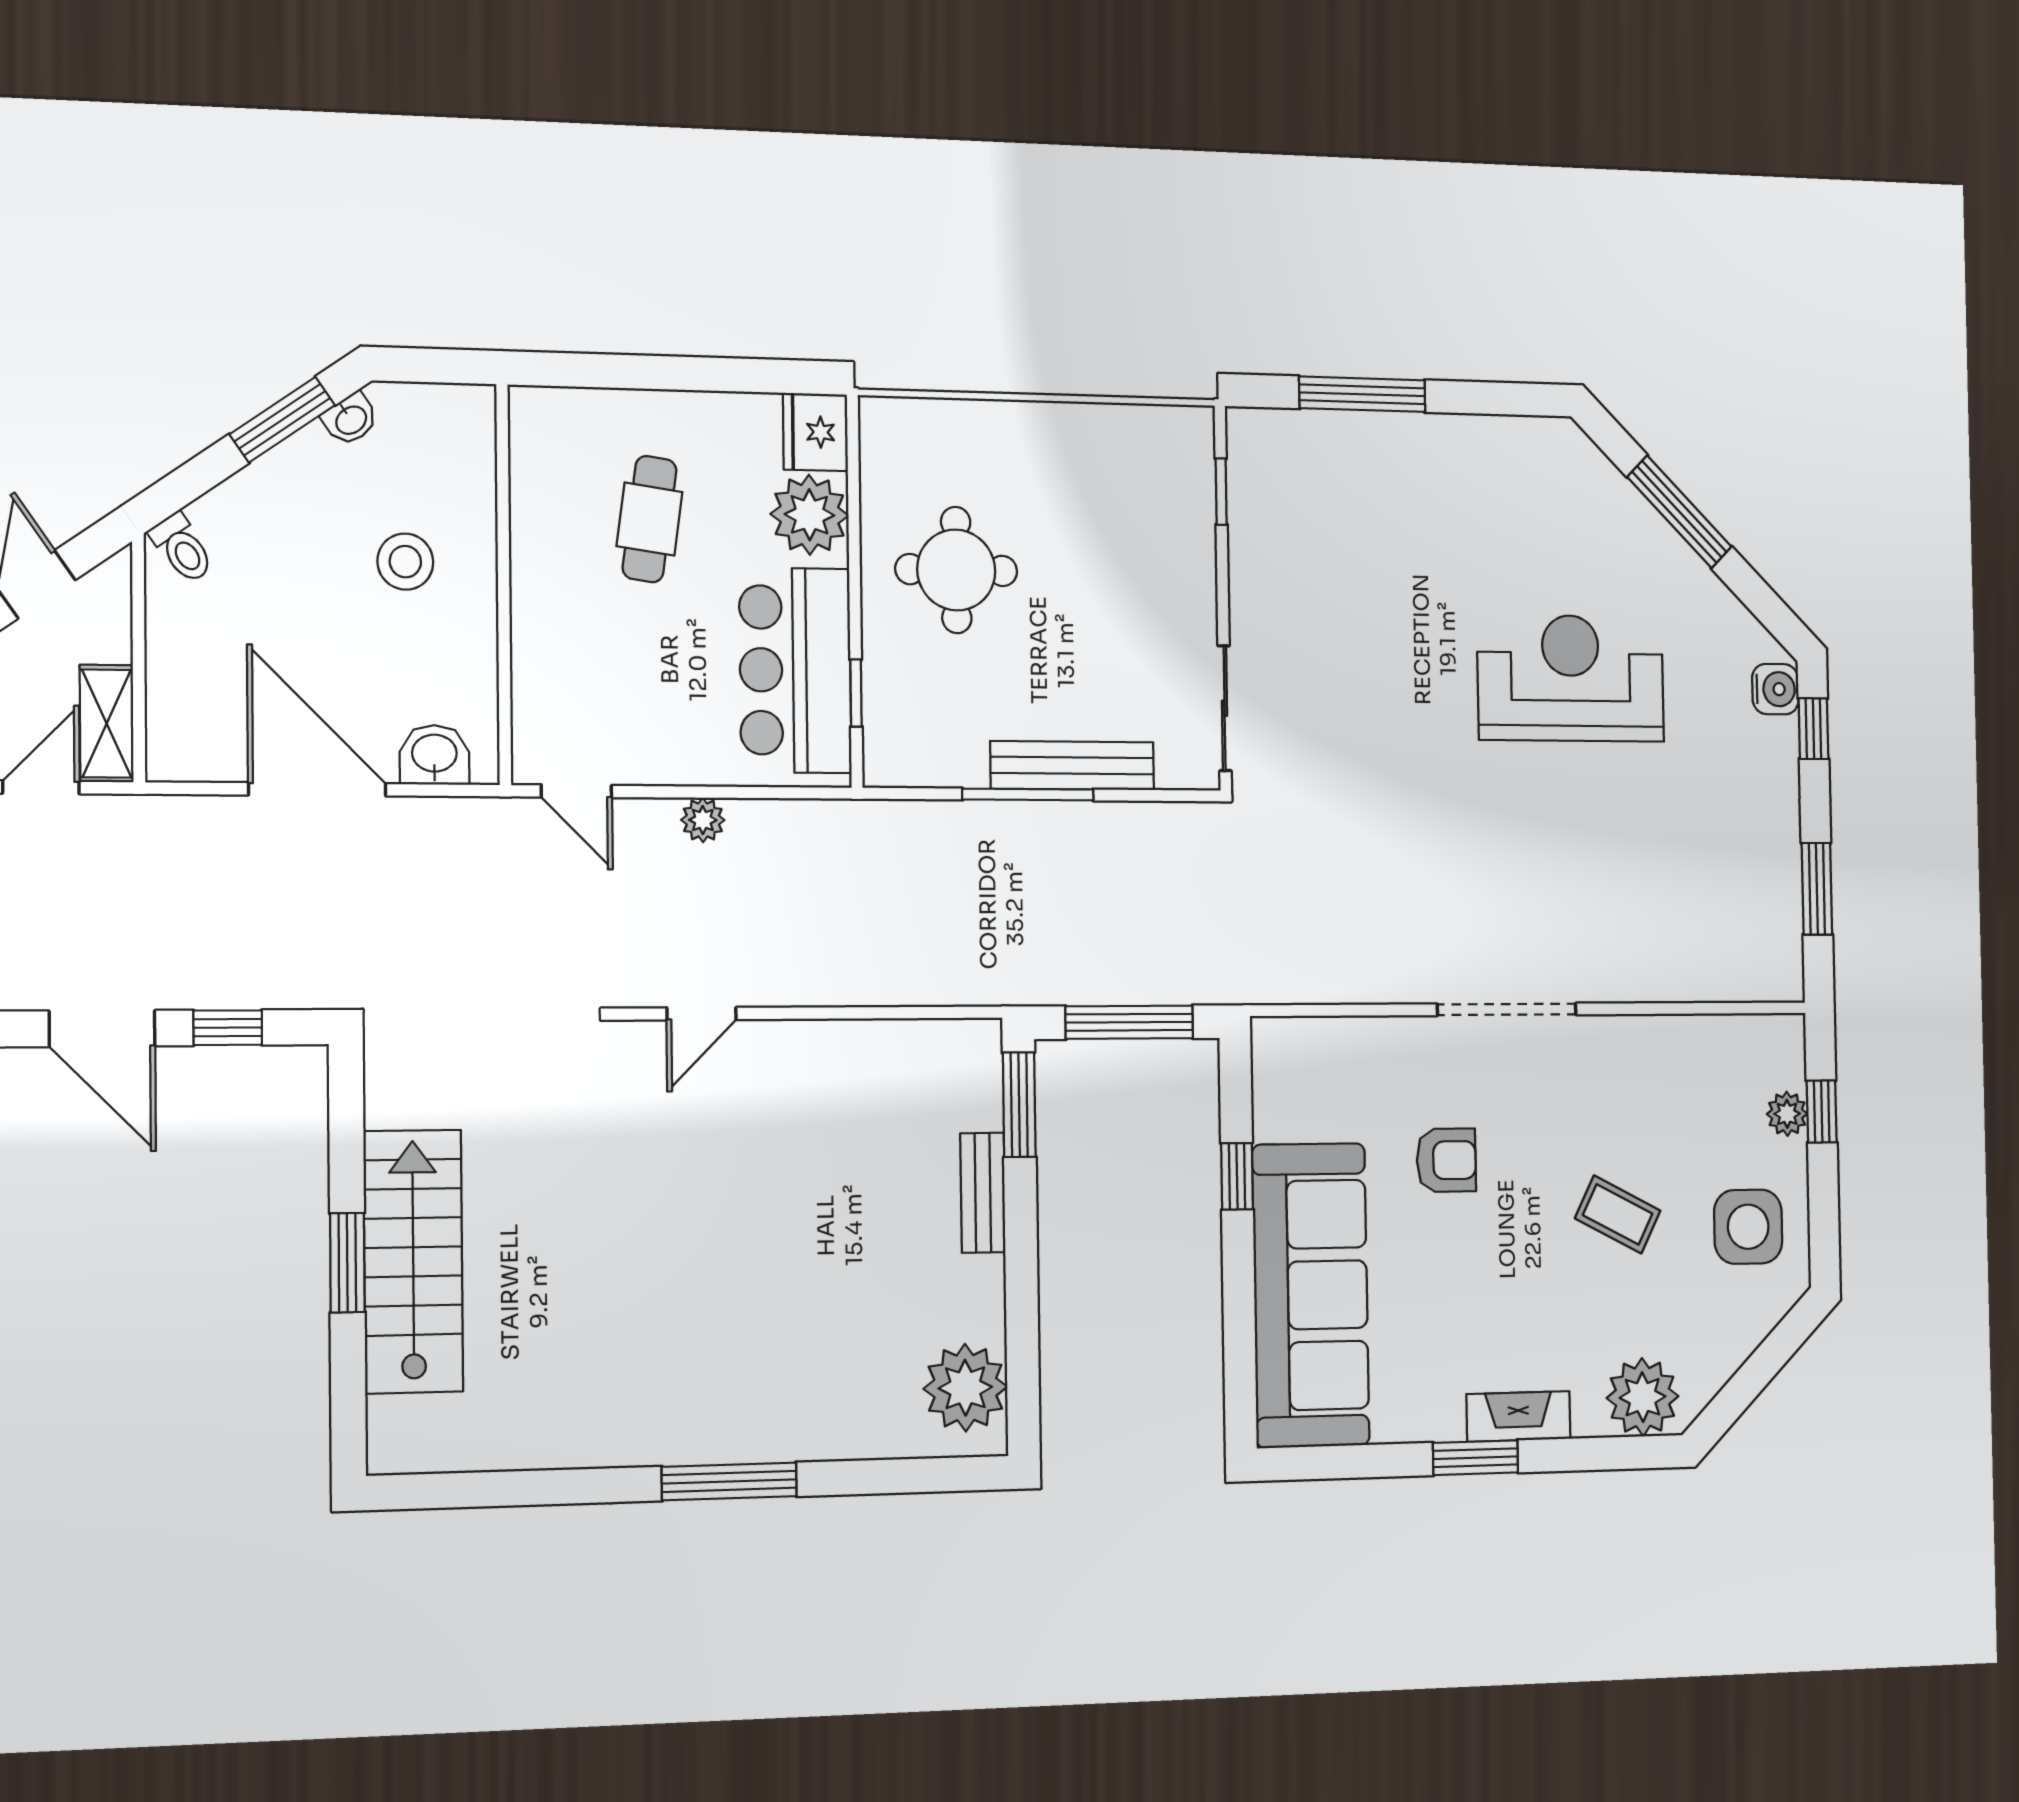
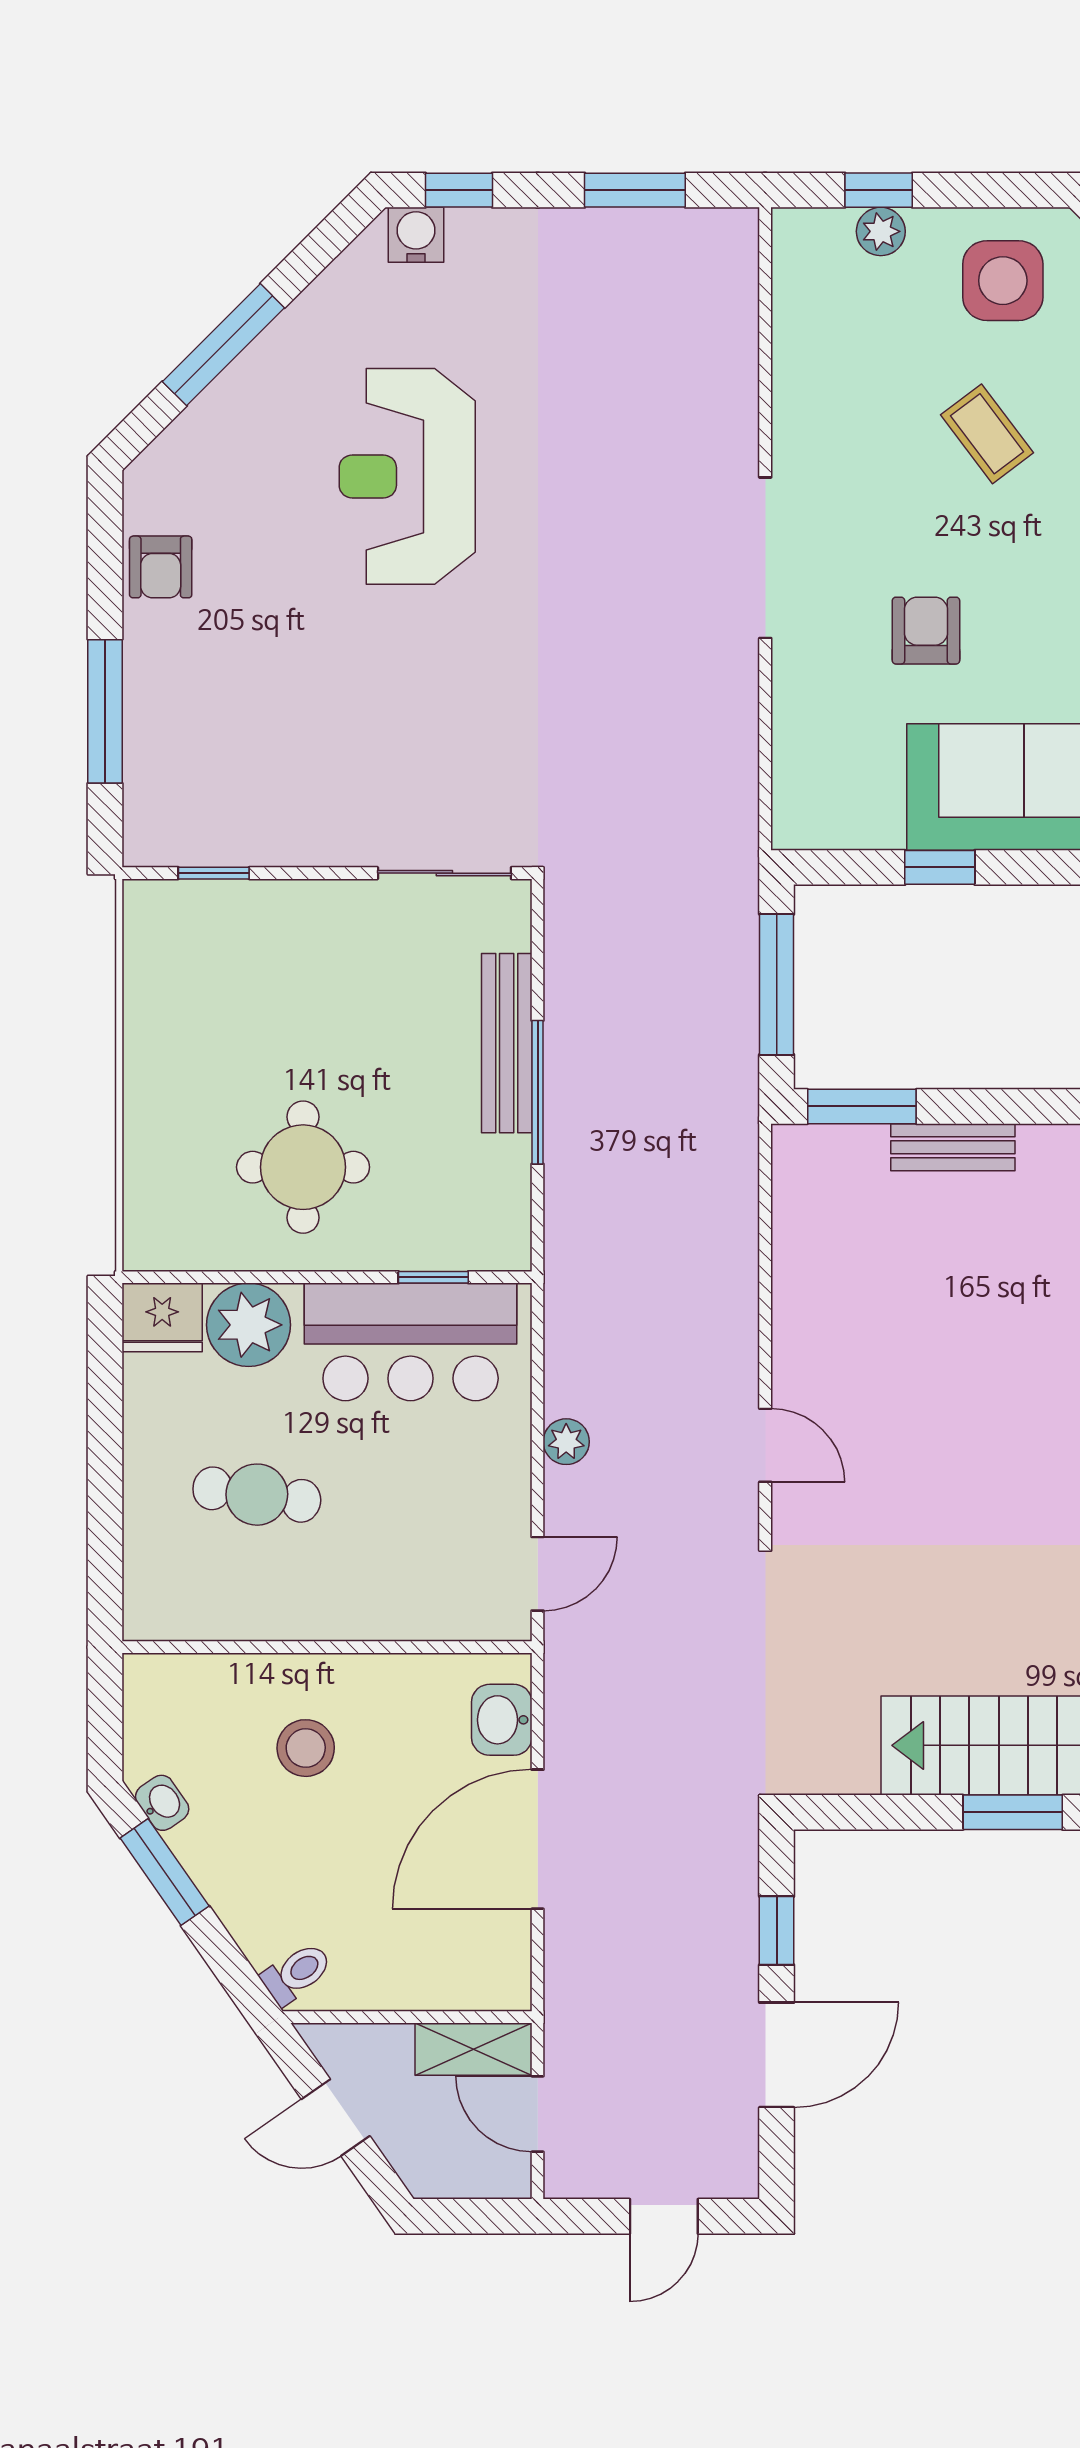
armchair: (1489, 449) -> (161, 567), added
coffee table: (1618, 1214) -> (987, 434), turned -64

